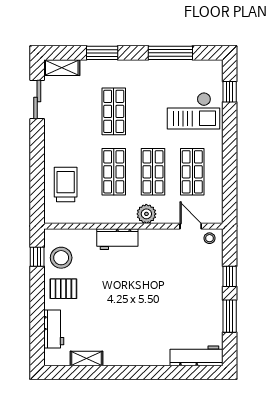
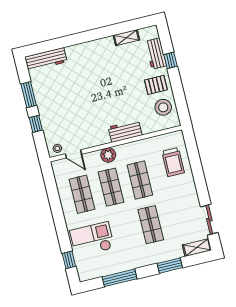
window: (37, 257) -> (170, 60), moved

